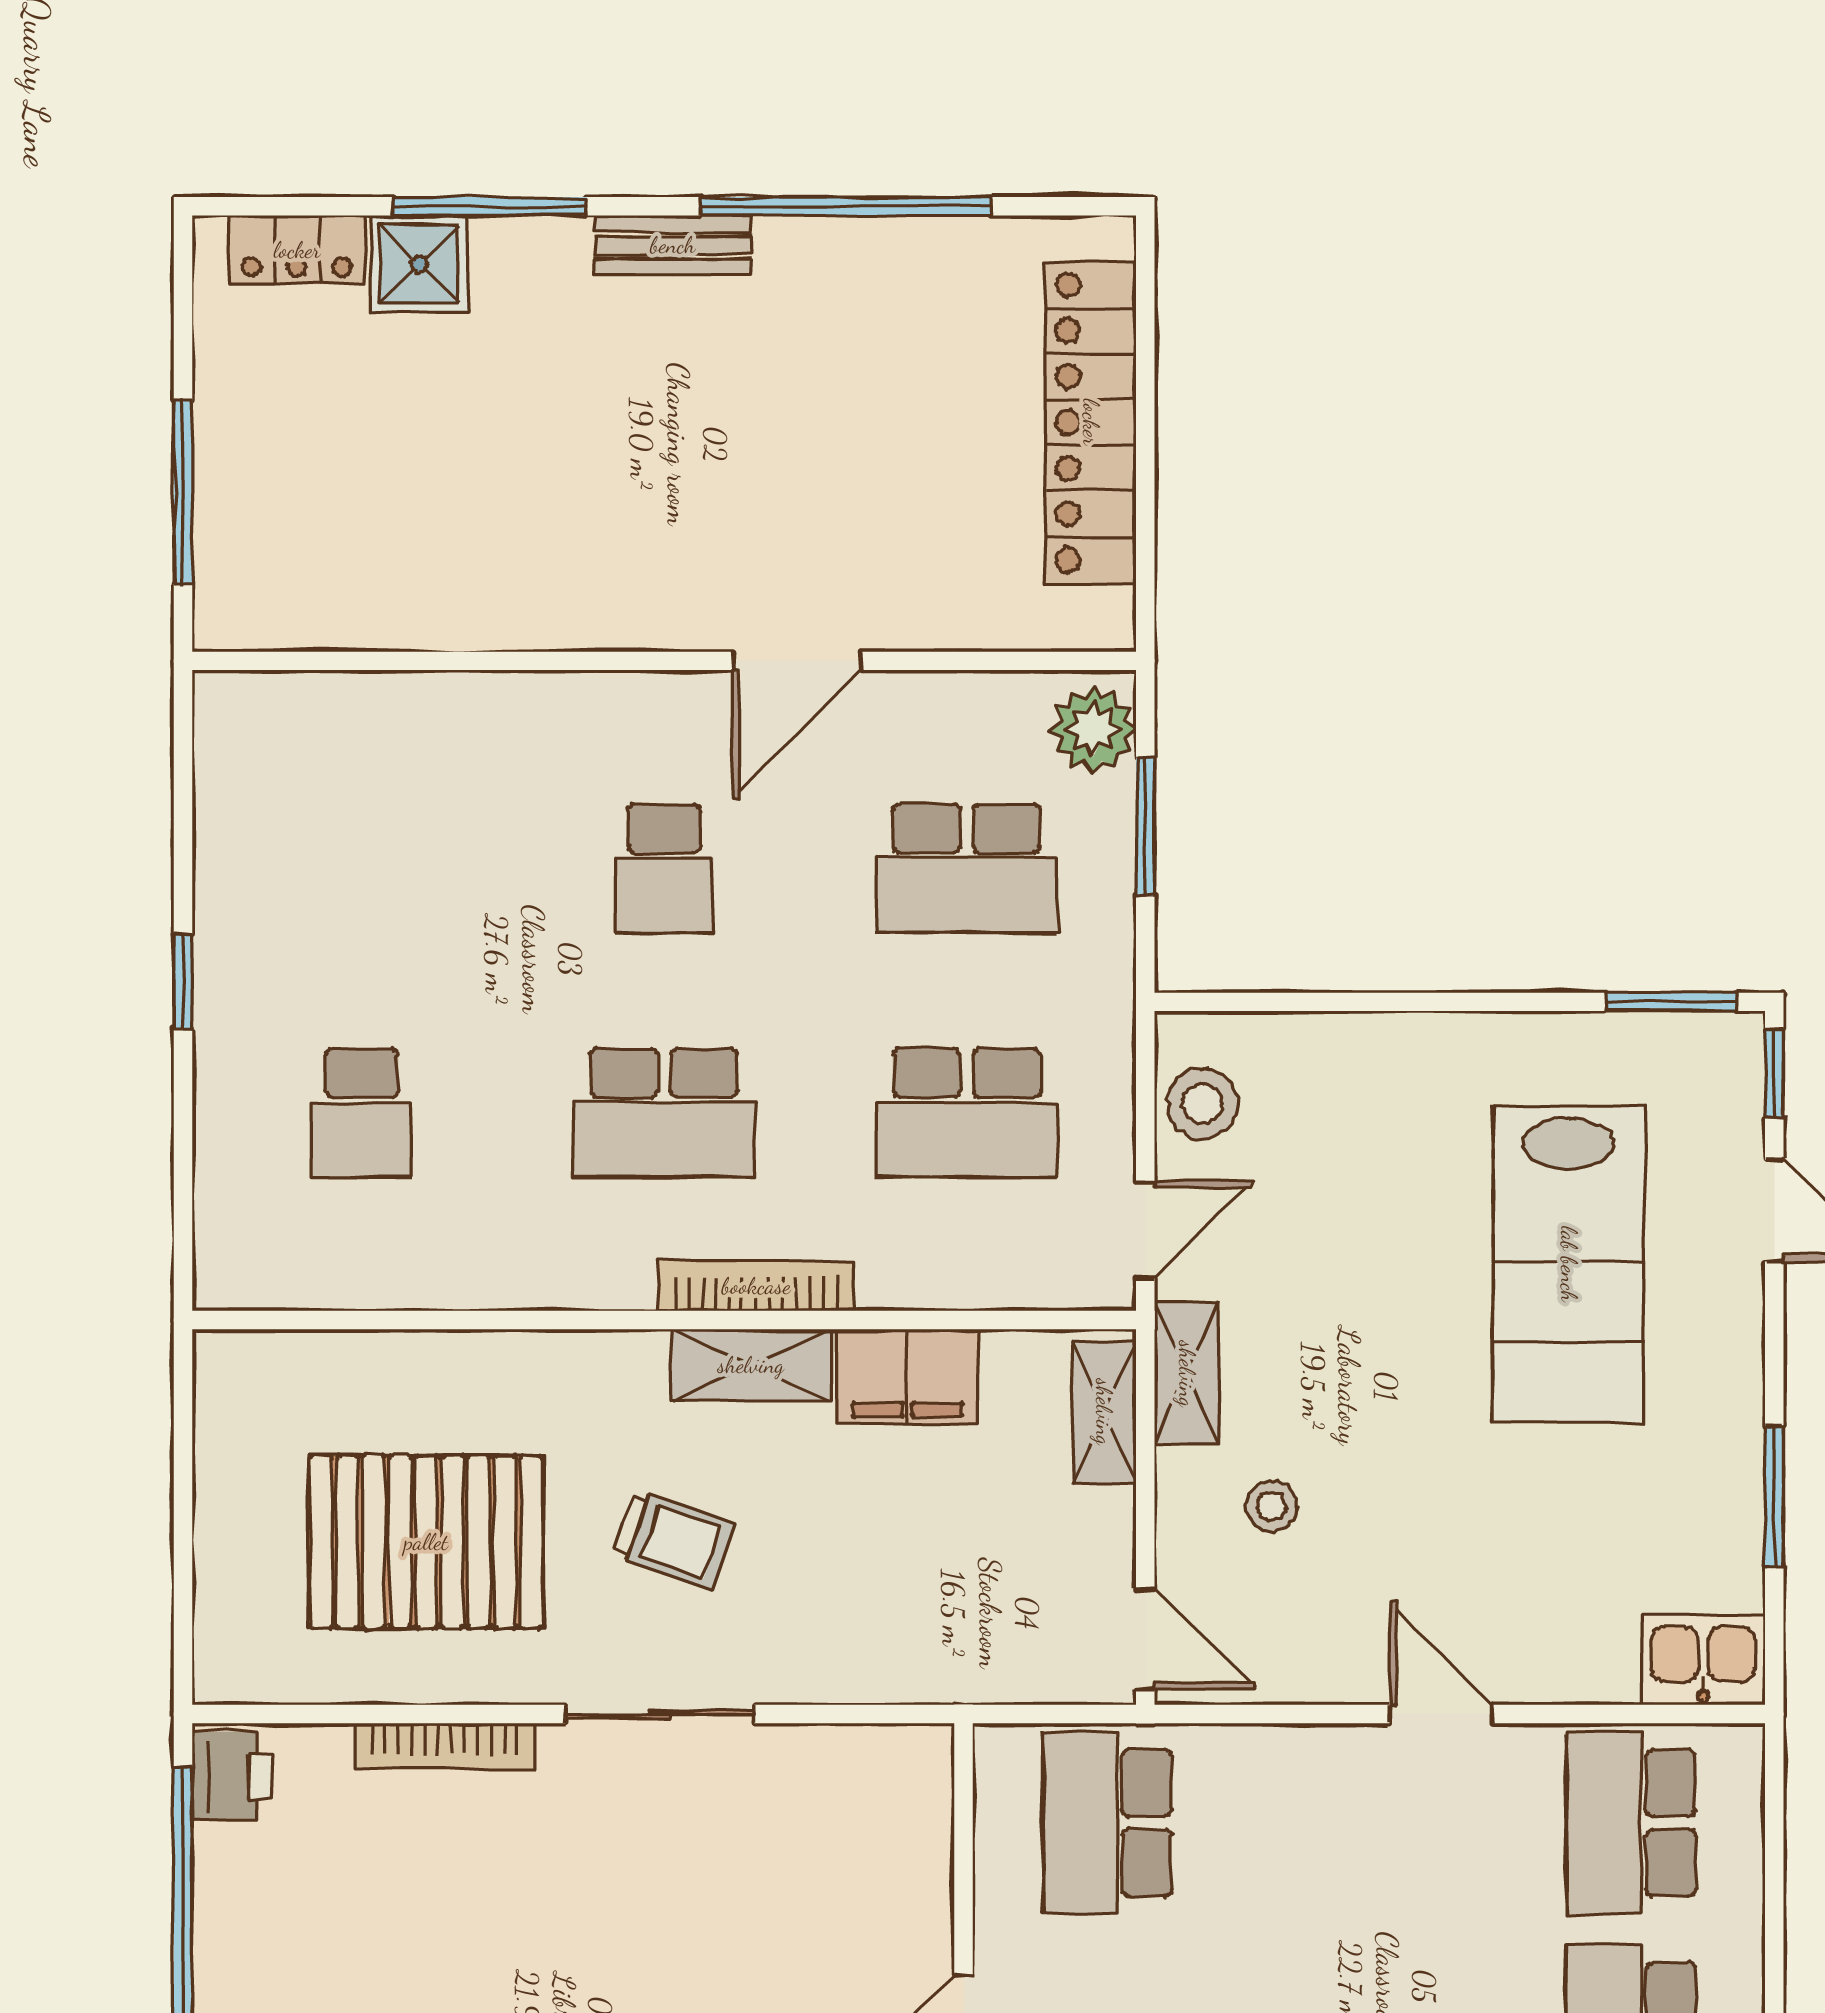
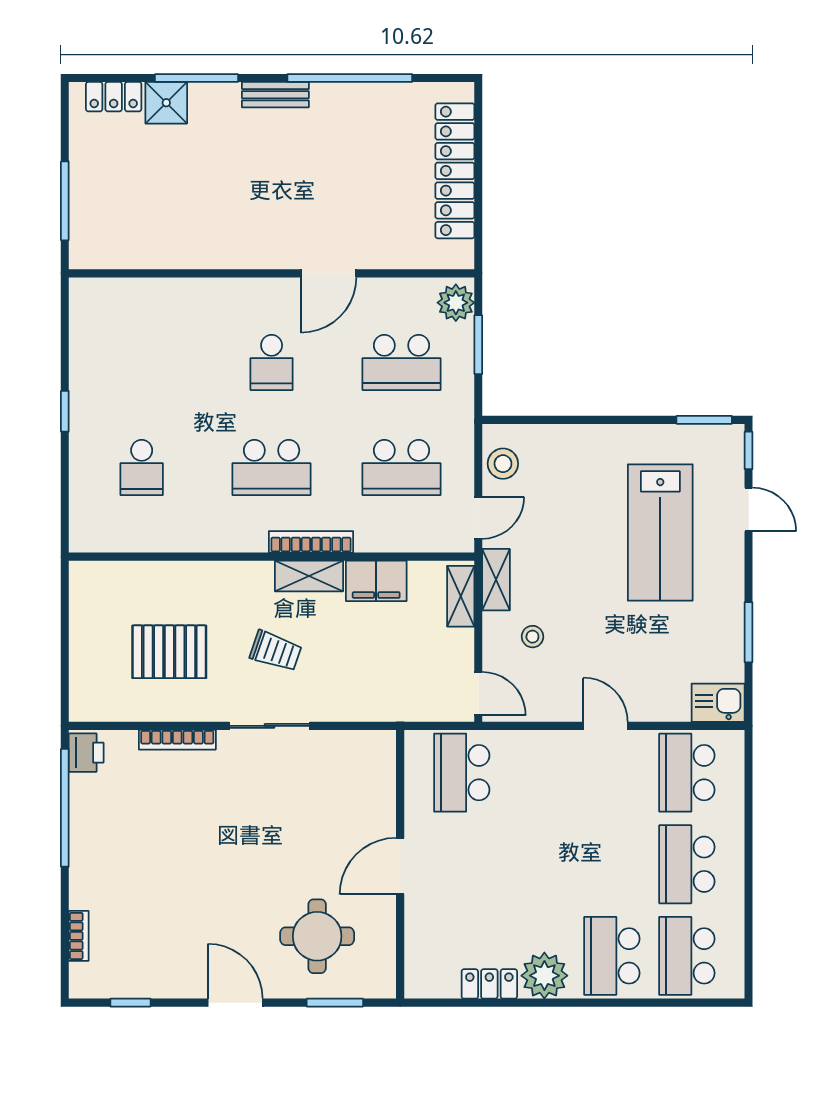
pallet: (426, 1542) -> (169, 652), width x0.73, depth x0.71

